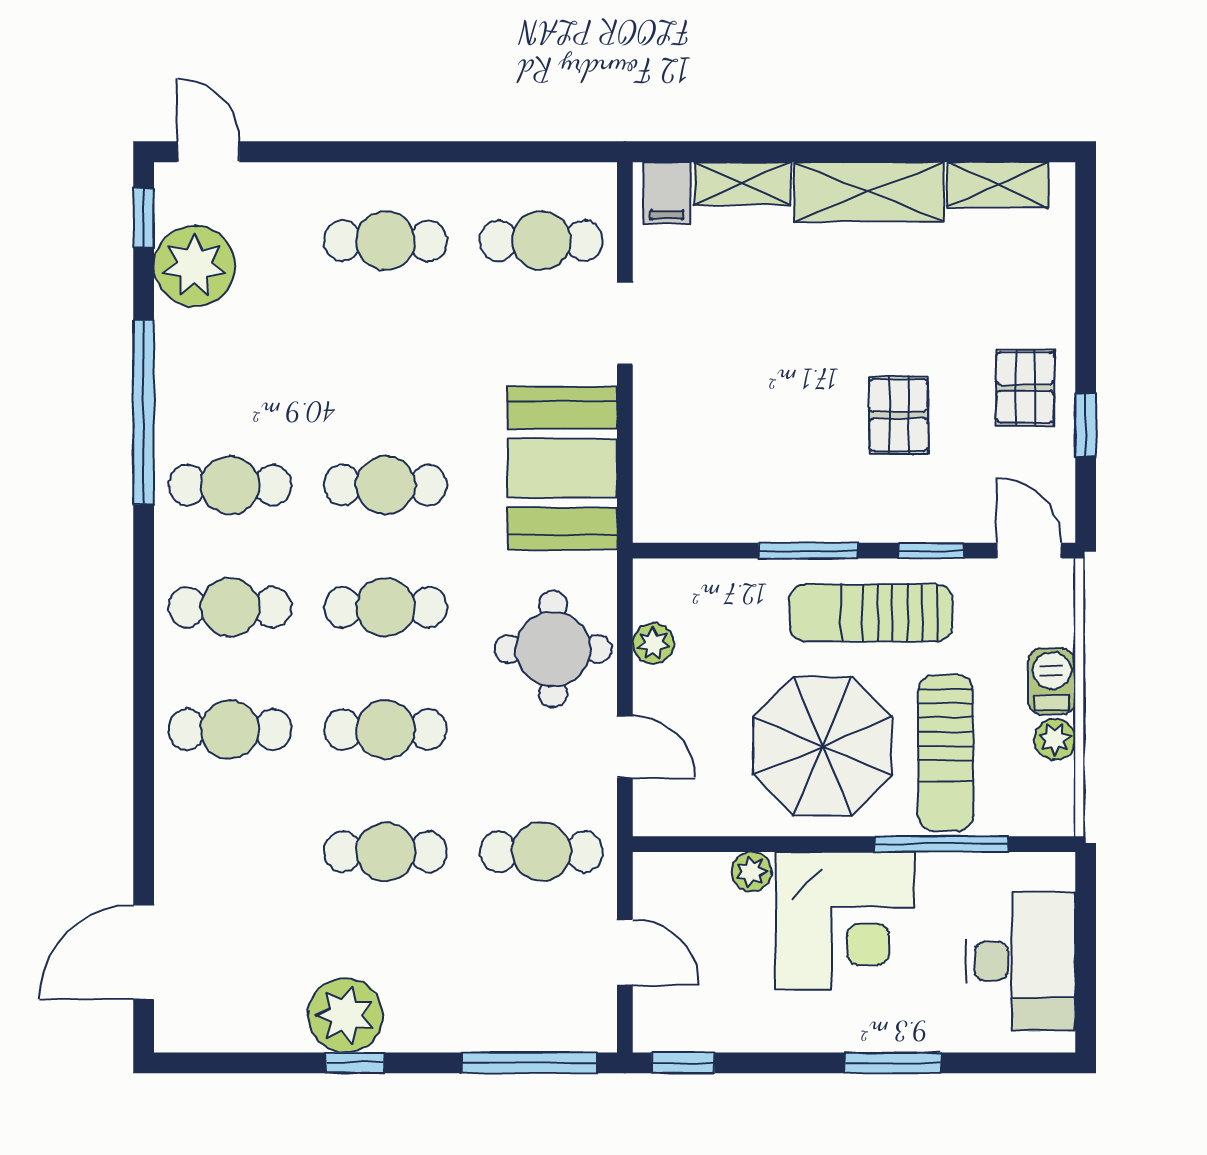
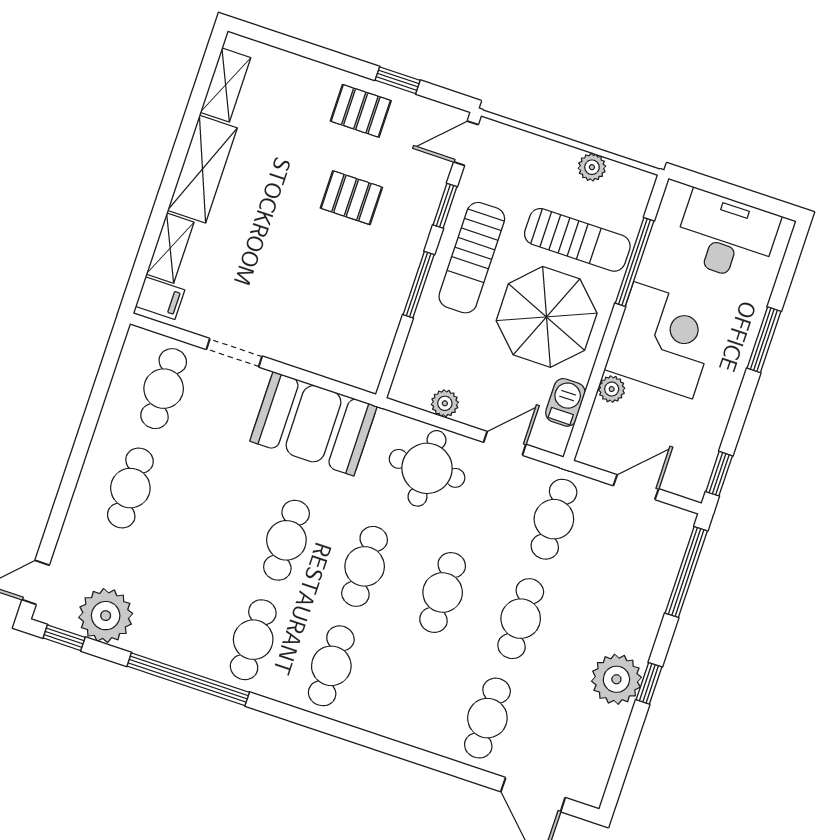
barbecue: (1052, 681) -> (565, 402), moved, turned 90
cafe table: (230, 730) -> (487, 718), moved

